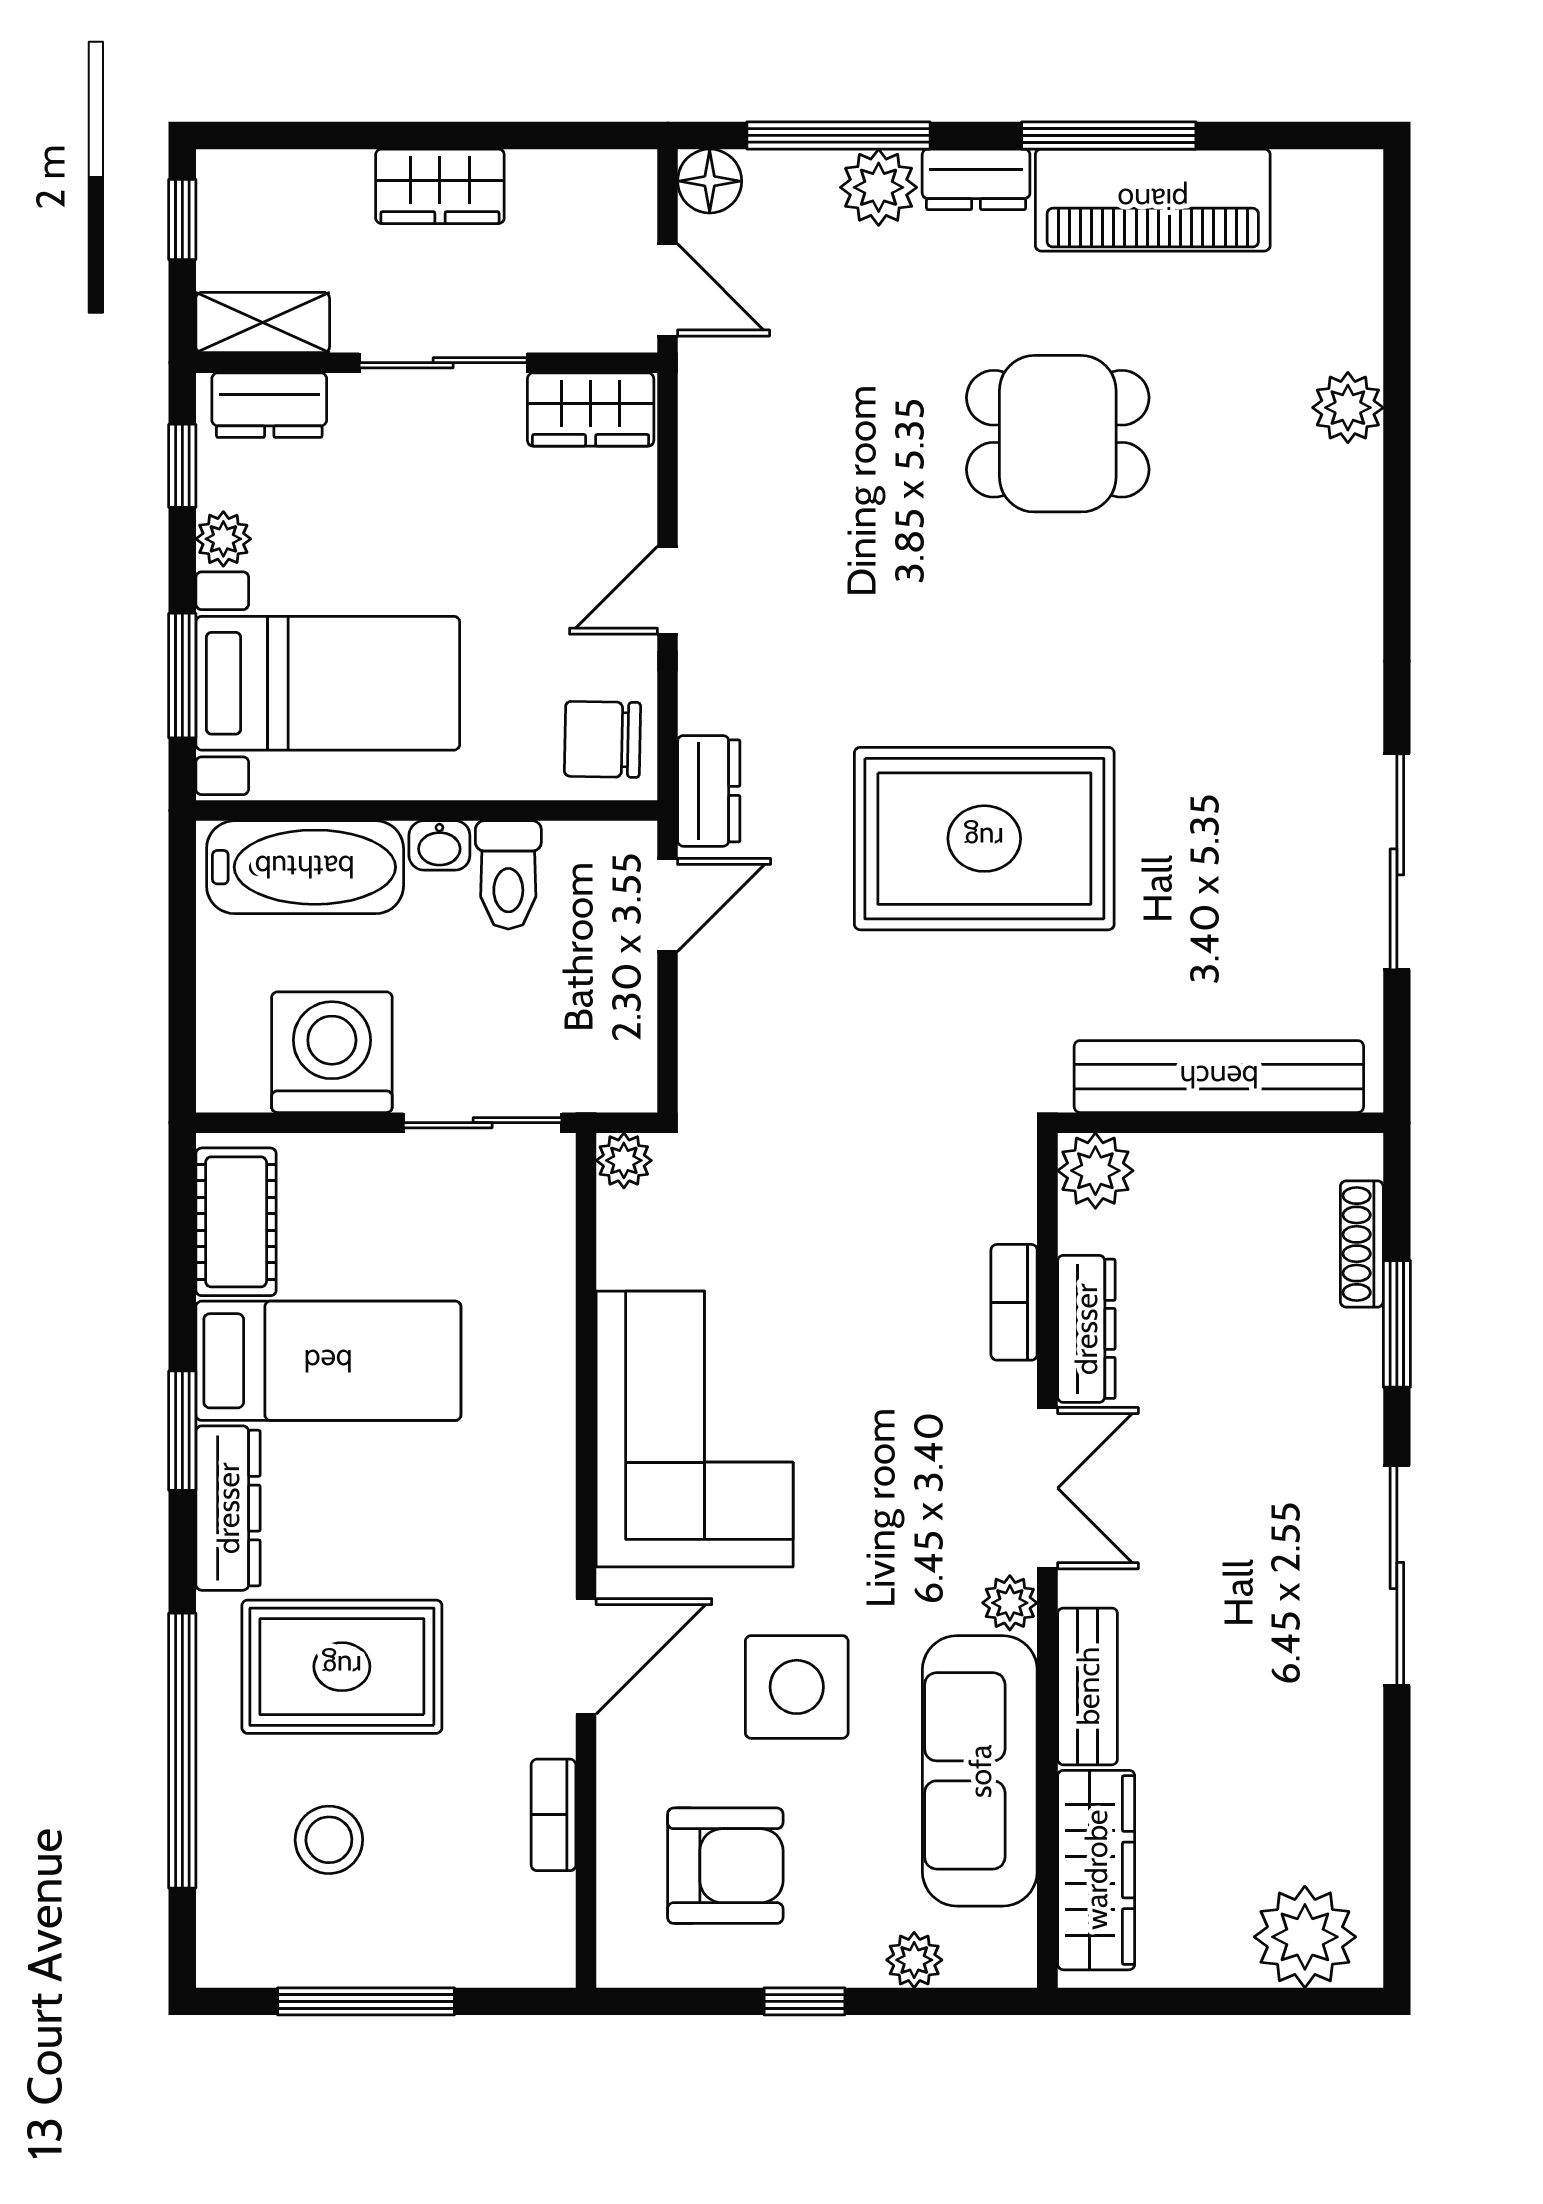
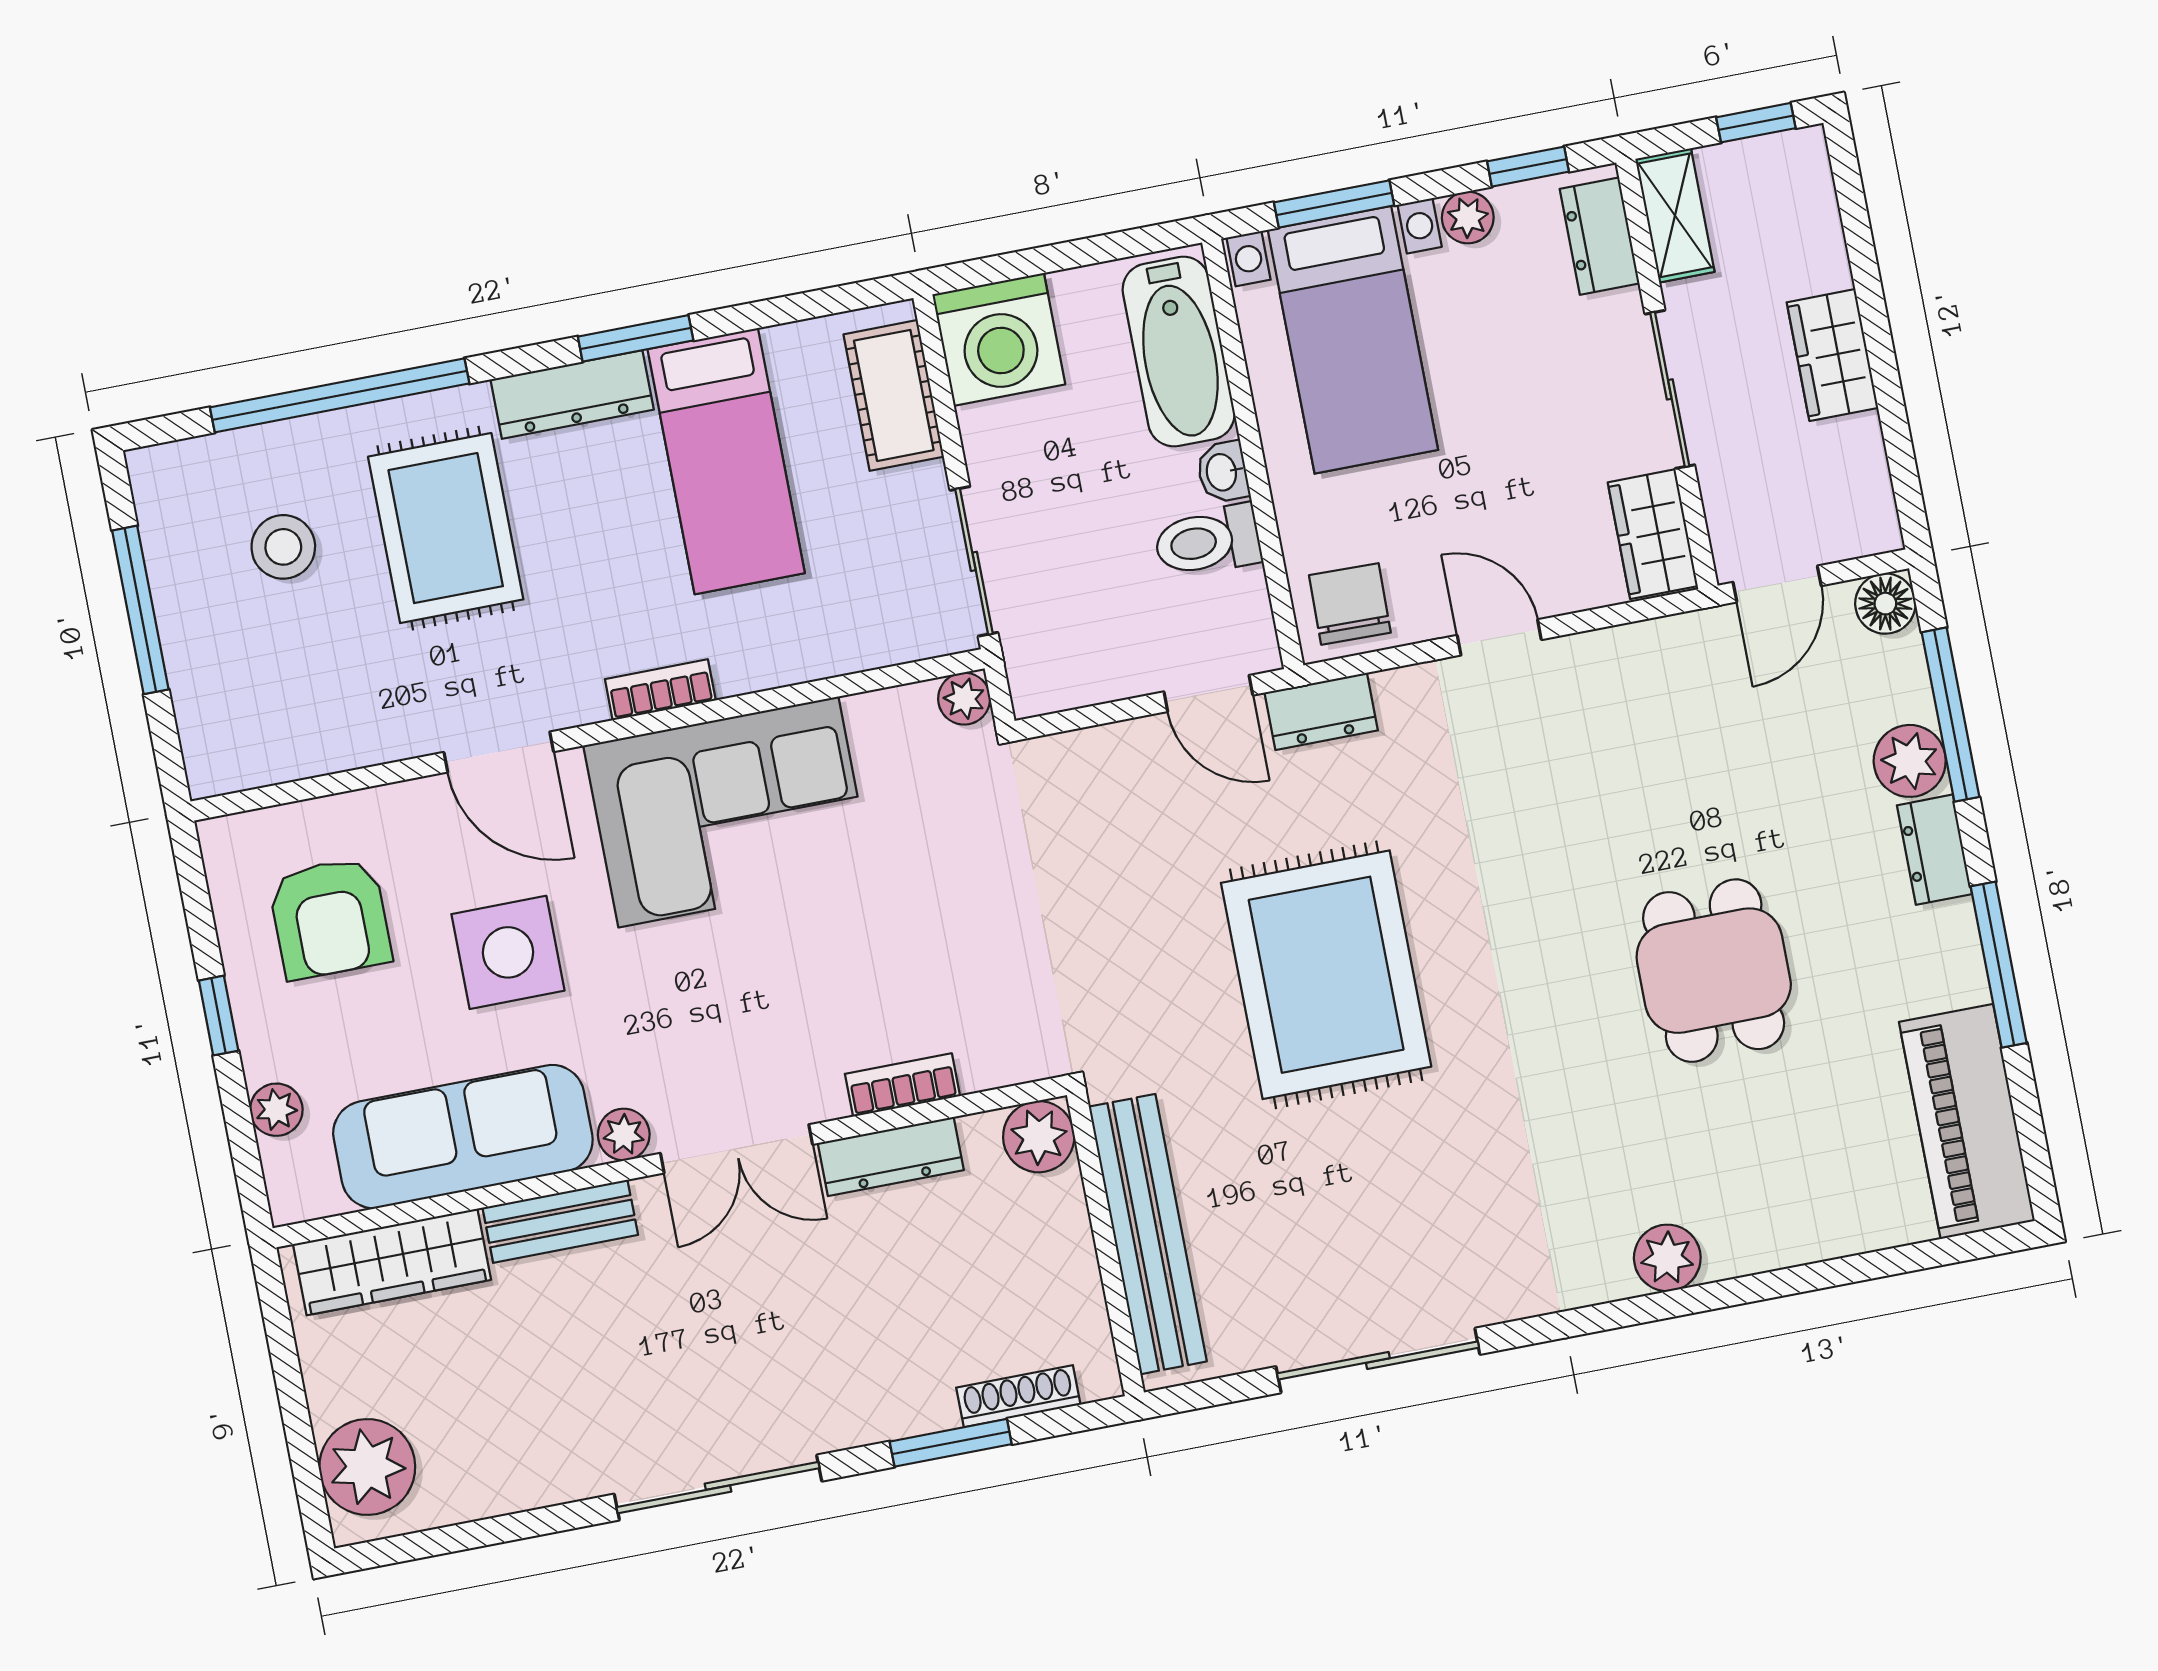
piano: (1153, 200) -> (1967, 1121), moved
plant: (1348, 408) -> (1667, 1258), moved
washing machine: (332, 1052) -> (999, 339), moved, turned 90
cot: (236, 1222) -> (894, 395), moved, turned 90
bookcase: (554, 1815) -> (660, 690), moved

